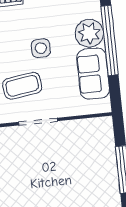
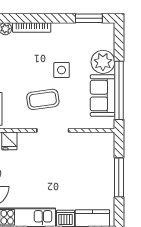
window: (110, 40) -> (119, 90), moved

